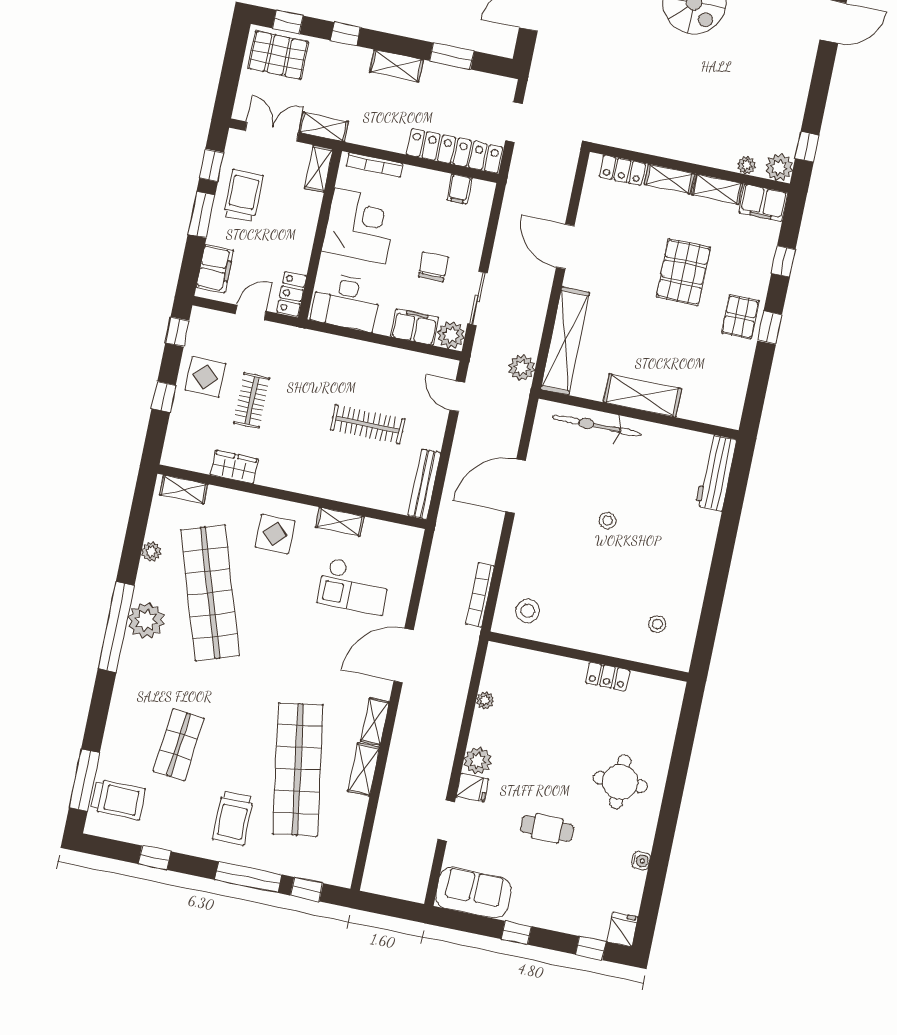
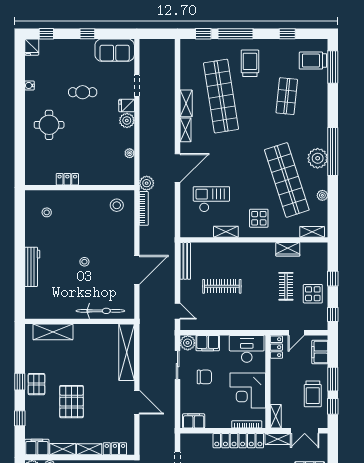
locker: (454, 151) -> (238, 441), moved
filing cabinet: (459, 189) -> (194, 421), width x2.00
chair: (433, 267) -> (204, 377), turned -90
plant: (522, 368) -> (147, 183), moved
shelving: (642, 395) -> (53, 332), moved
workbench: (716, 473) -> (32, 267), moved

